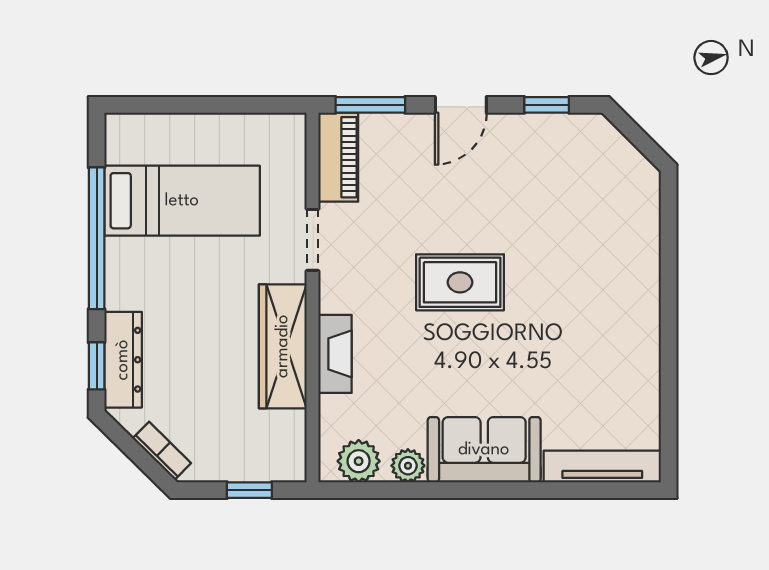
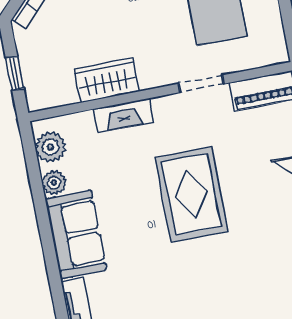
rug: (460, 282) -> (191, 194), width x1.36, depth x1.43
wardrobe: (283, 346) -> (107, 80), width x0.67

